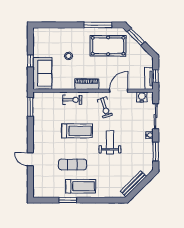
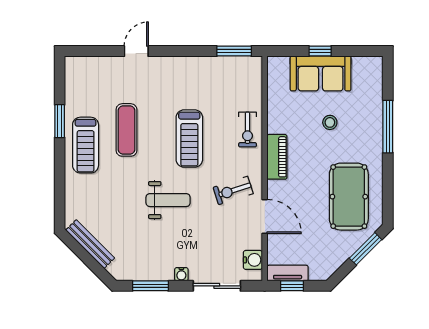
window: (98, 25) -> (388, 127), moved
sofa: (42, 73) -> (321, 73), moved

